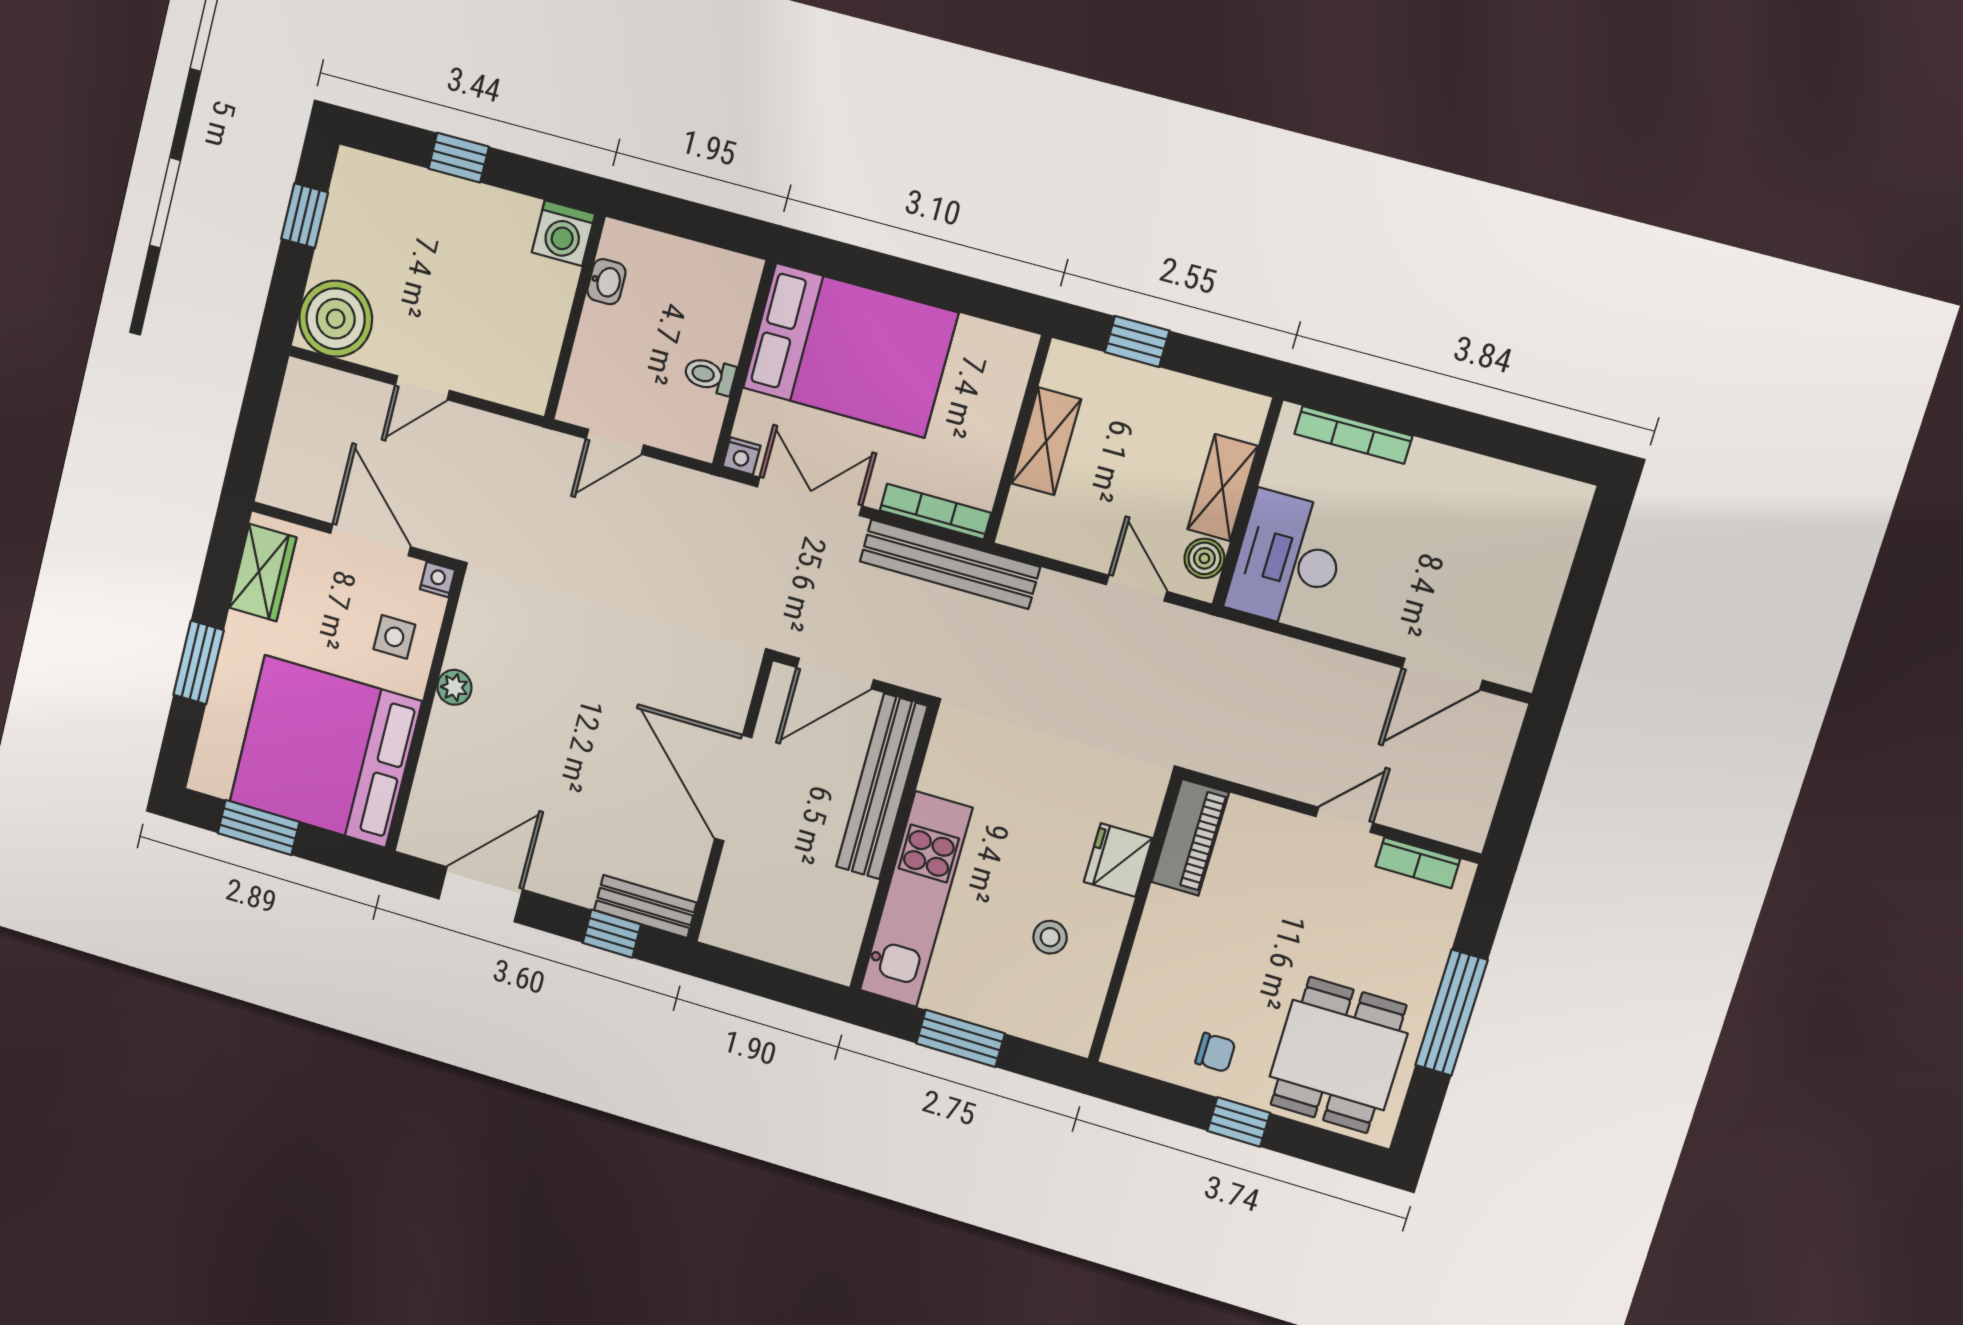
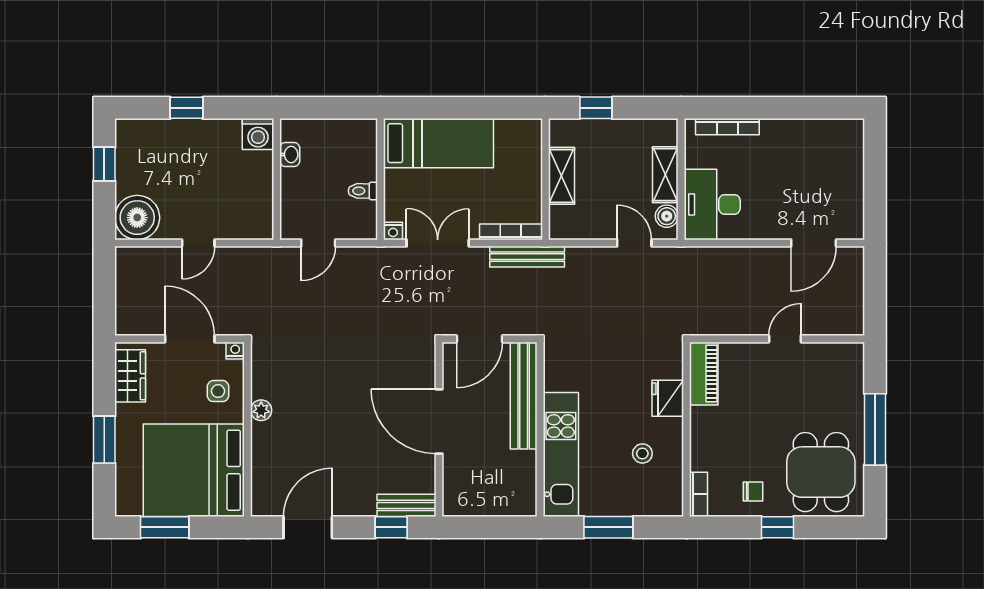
bed: (850, 350) -> (439, 143), width x0.67
bench: (950, 564) -> (527, 257), width x0.73, depth x0.82
bookcase: (1418, 863) -> (699, 494), moved, turned -90

